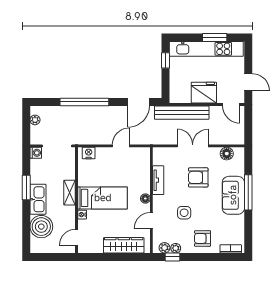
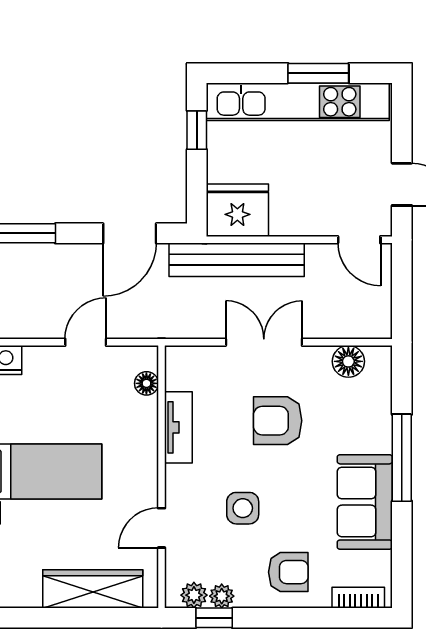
fridge: (204, 93) -> (237, 210), moved
sofa: (233, 195) -> (365, 502), moved
floor lamp: (145, 199) -> (146, 383), moved
armchair: (203, 238) -> (288, 572), turned 180

